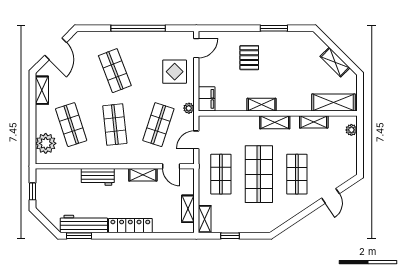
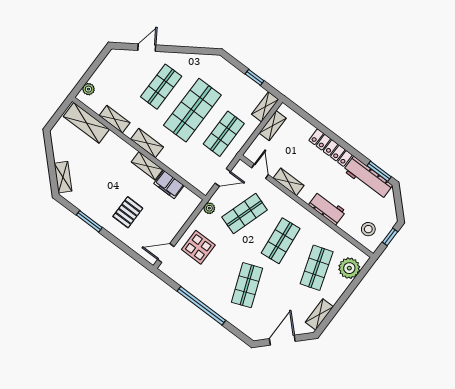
shelving: (335, 62) -> (63, 177), moved
filing cabinet: (207, 99) -> (169, 185), moved, turned -90
stool: (54, 185) -> (368, 229), added

